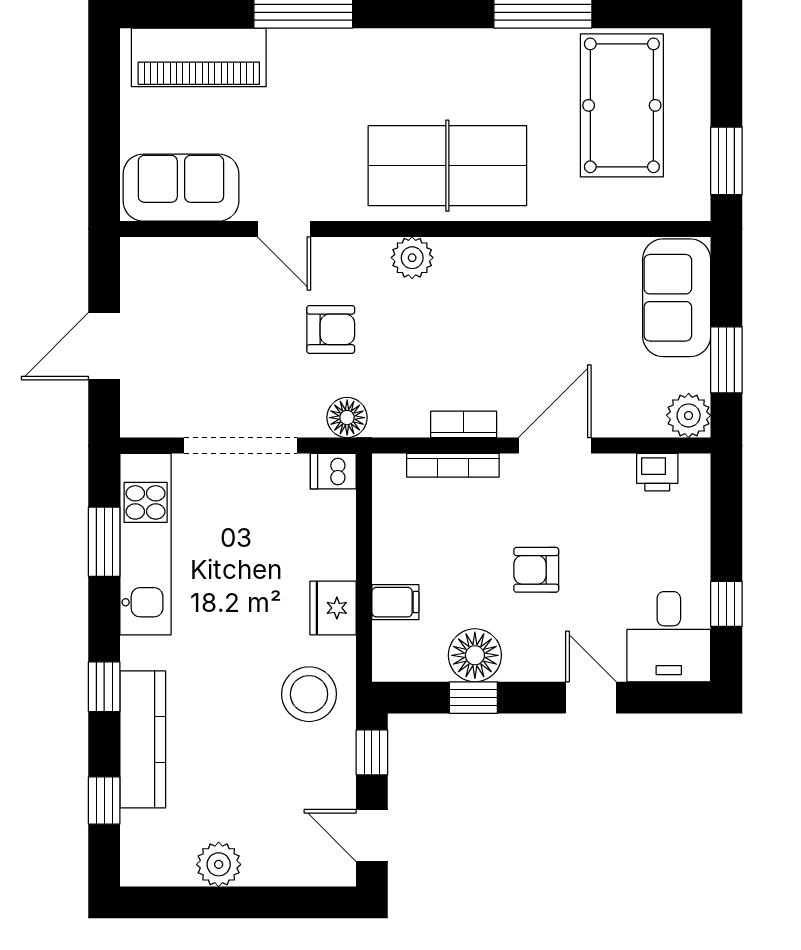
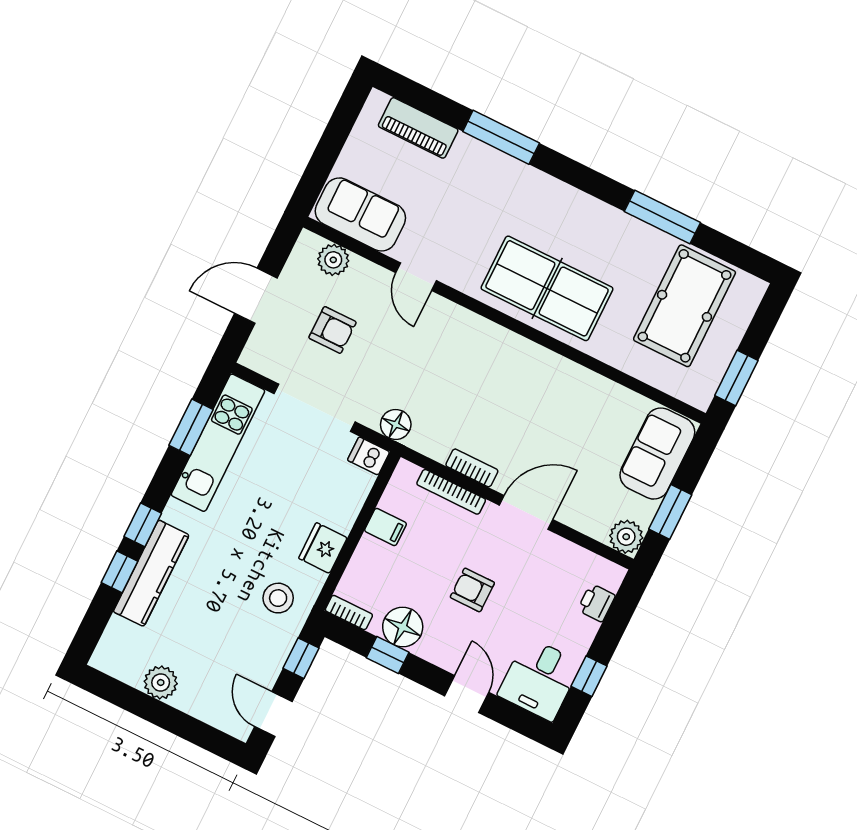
piano: (199, 57) -> (418, 128), width x0.73, depth x0.75
plant: (412, 258) -> (333, 260), moved
armchair: (331, 329) -> (332, 330), moved
printer: (657, 472) -> (596, 603), moved, turned 90
filing cabinet: (395, 602) -> (385, 527), moved
bookcase: (402, 670) -> (349, 613), added
stool: (309, 694) -> (278, 598), width x0.73, depth x0.73
window: (104, 800) -> (119, 572), moved

